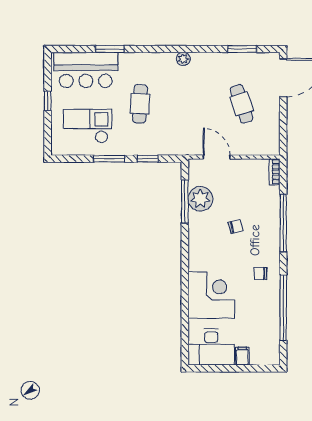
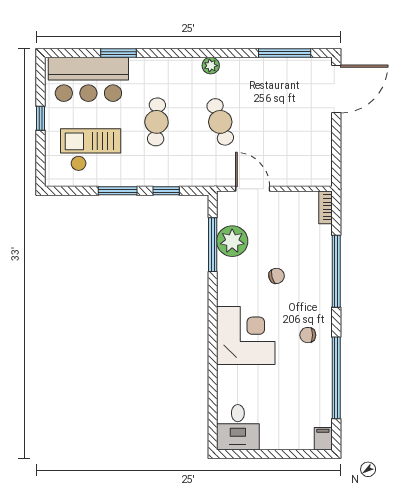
window: (242, 49) -> (285, 53), width x1.44
cafe table: (242, 104) -> (220, 122), moved
corner desk: (211, 295) -> (246, 336), moved
desk: (211, 347) -> (238, 427), width x0.73
filing cabinet: (242, 356) -> (323, 439), moved

